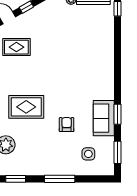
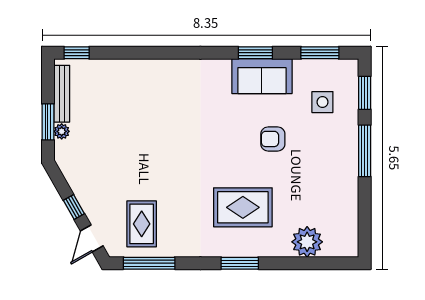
rug: (26, 107) -> (243, 207), turned 90
window: (16, 179) -> (365, 93), moved

